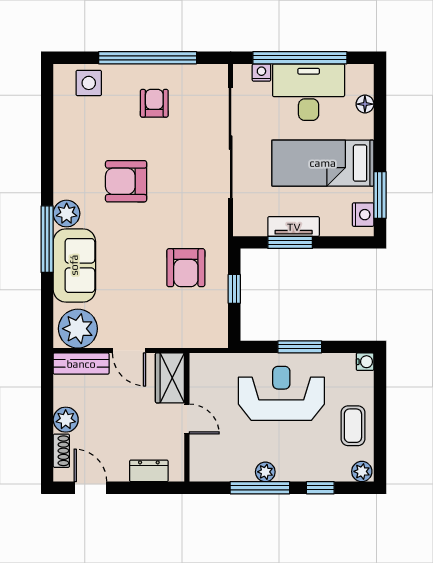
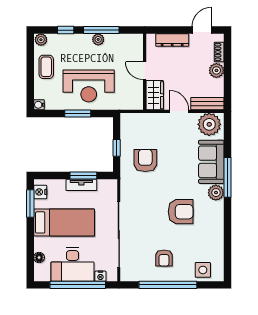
dresser: (149, 471) -> (172, 40), width x1.44
door: (90, 488) -> (202, 30), swing flipped

